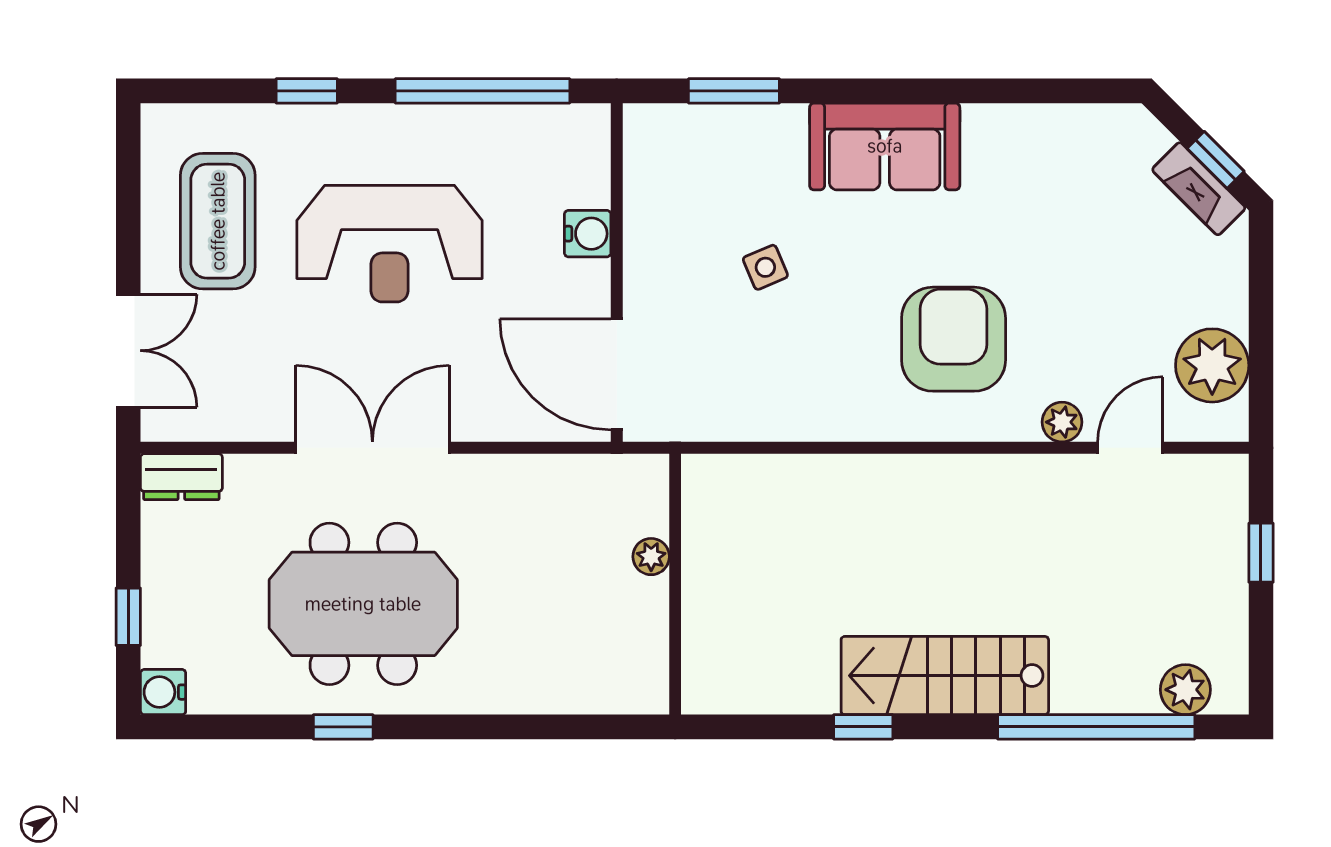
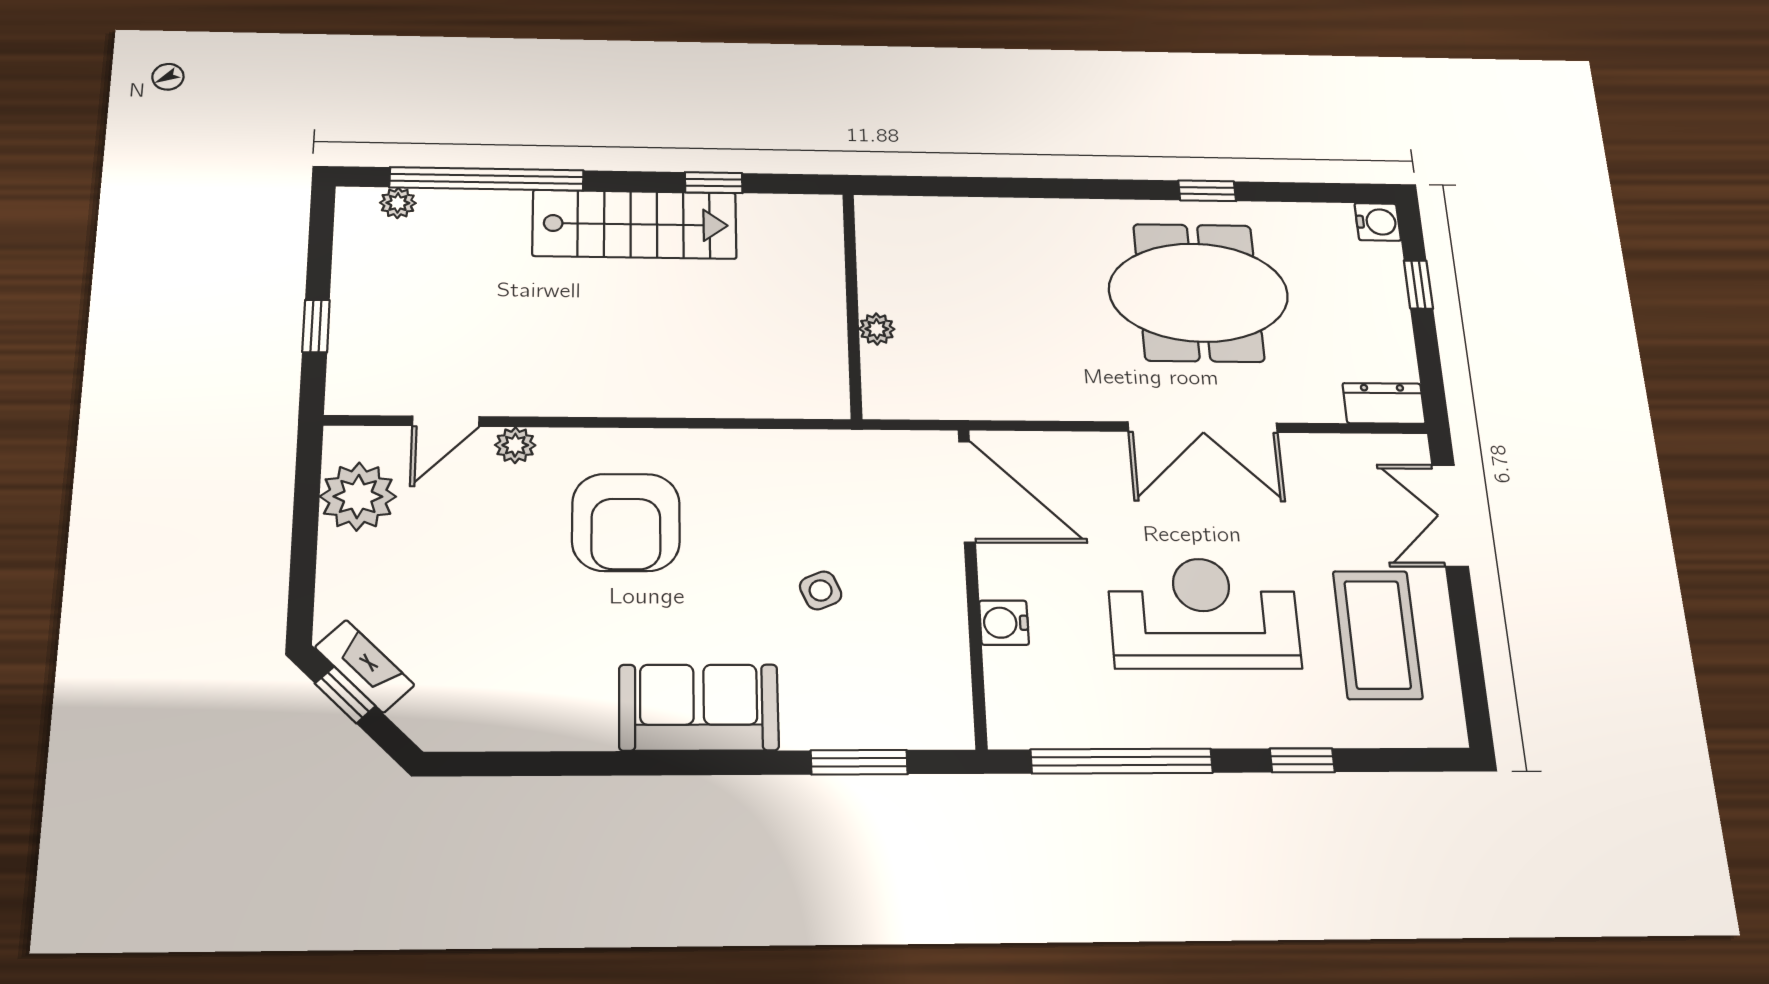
plant: (651, 557) -> (877, 329), moved
wall: (675, 584) -> (852, 305), moved
plant: (1185, 690) -> (398, 203), width x0.73, depth x0.73

